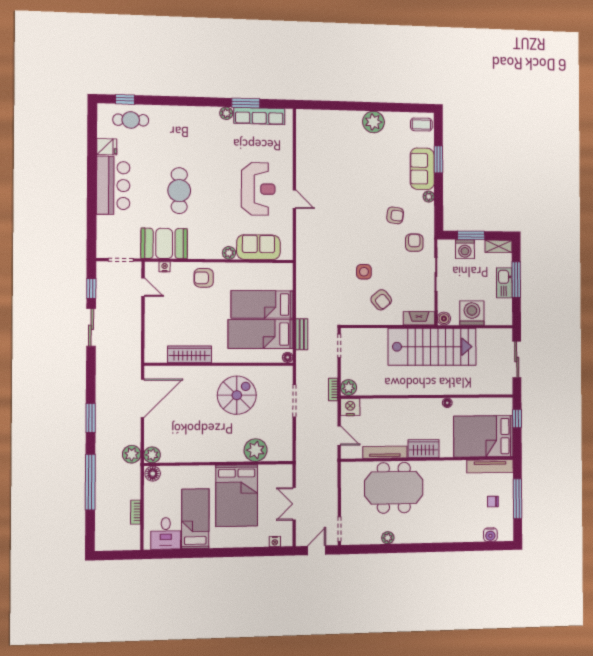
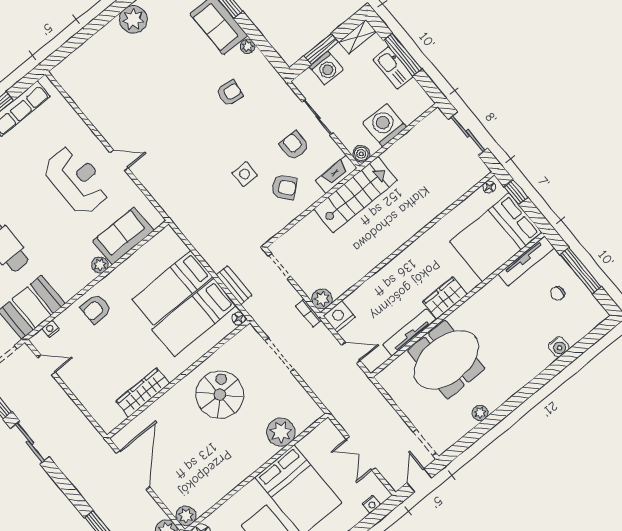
armchair: (414, 243) -> (294, 146), moved
stairs: (432, 347) -> (355, 195), width x0.73, depth x0.66
floor lamp: (447, 403) -> (489, 187), moved
water cooler: (490, 535) -> (559, 347), moved

